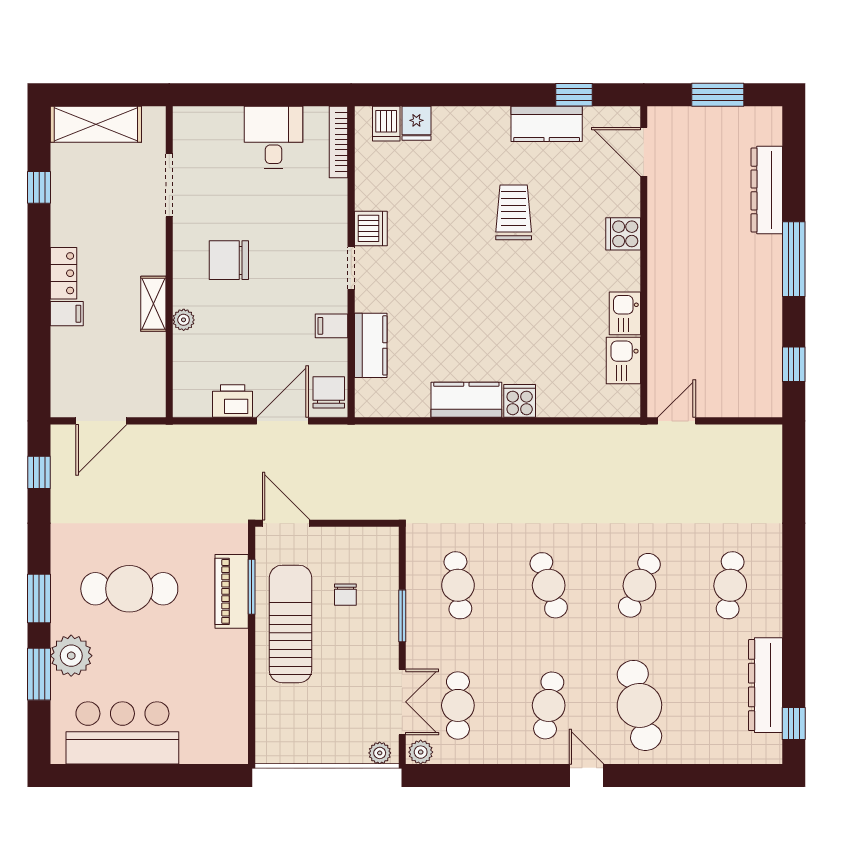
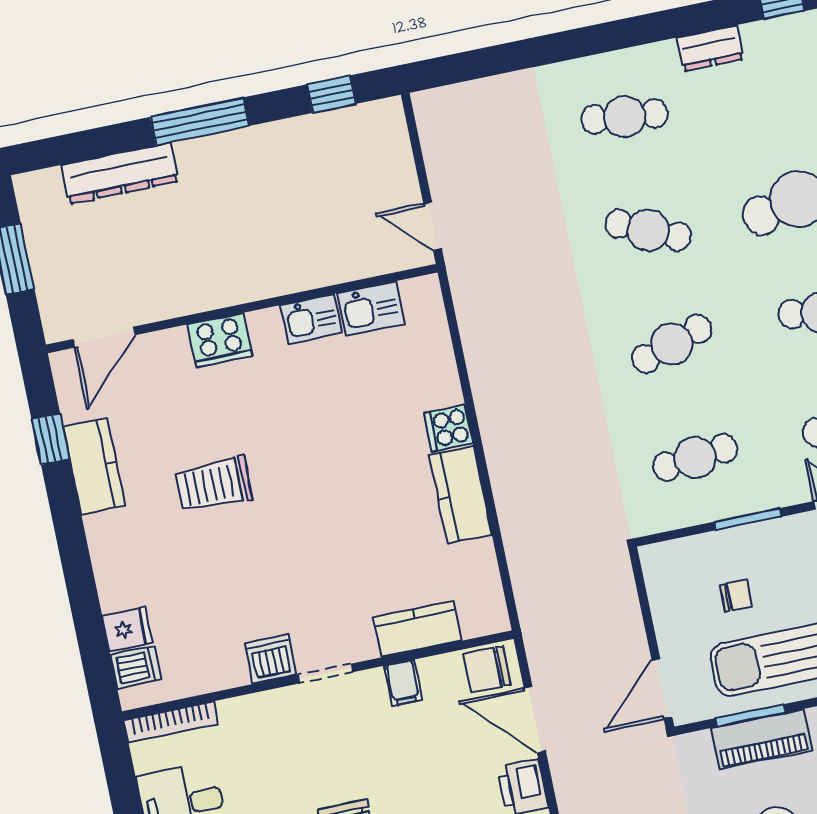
cooker: (623, 234) -> (220, 340), width x1.36
dresser: (765, 685) -> (710, 48), width x0.51, depth x0.80

